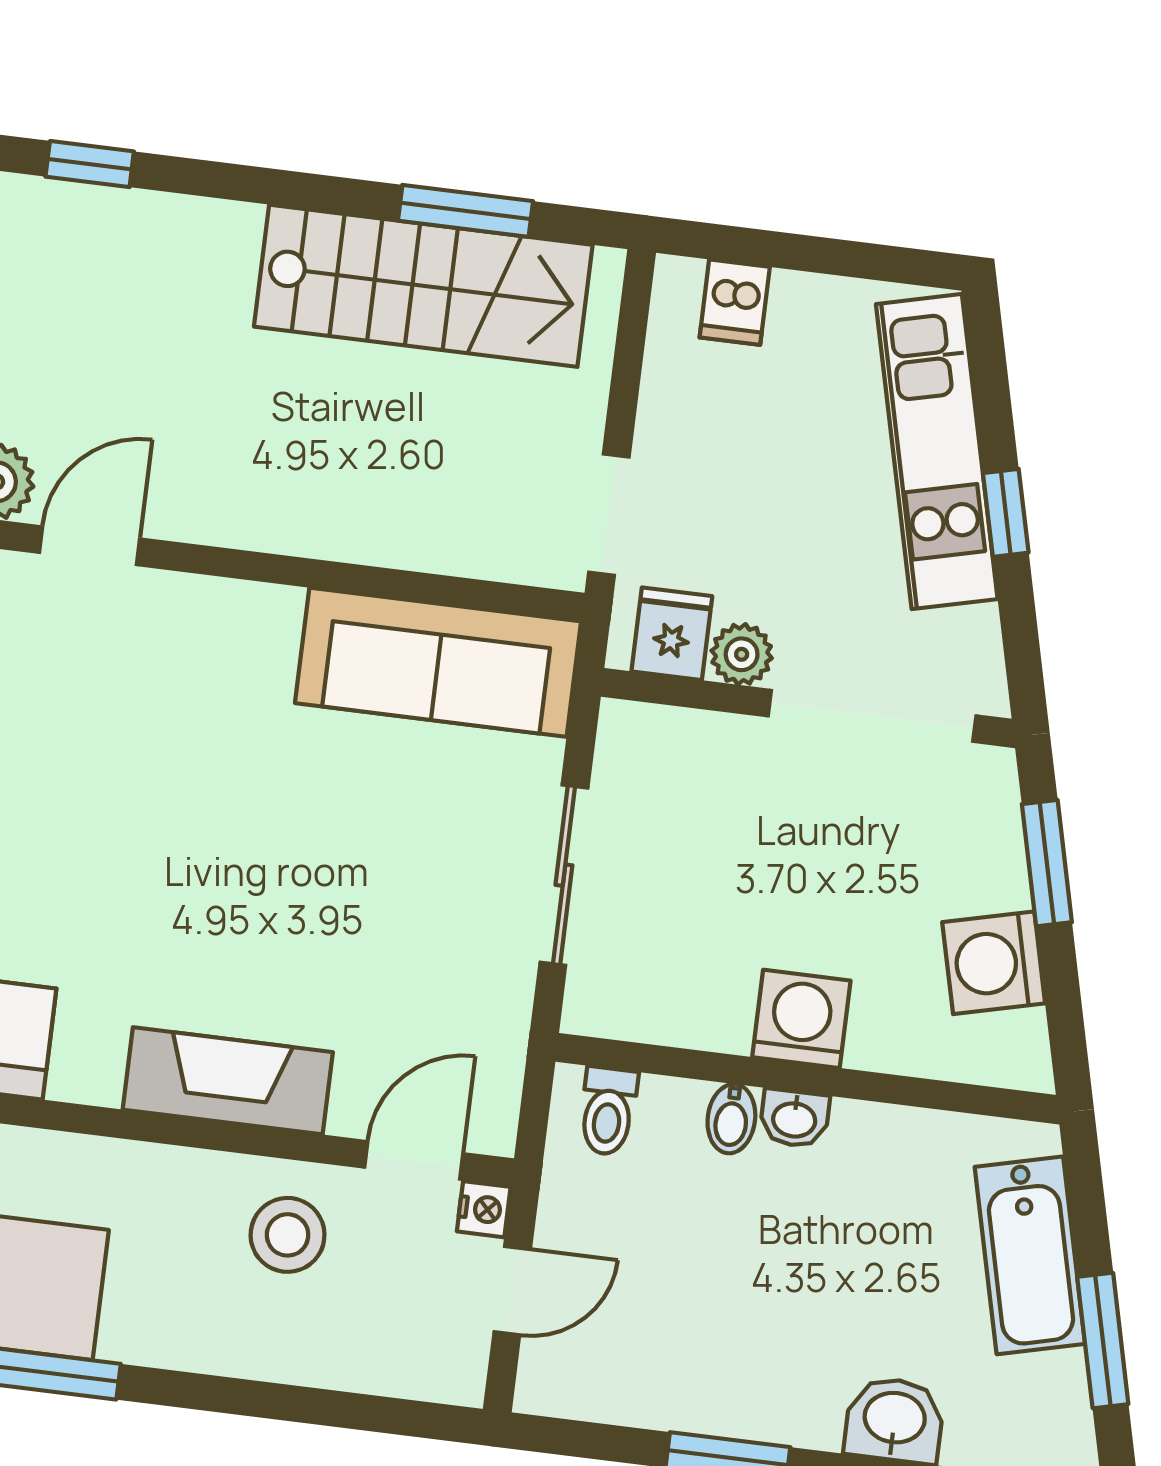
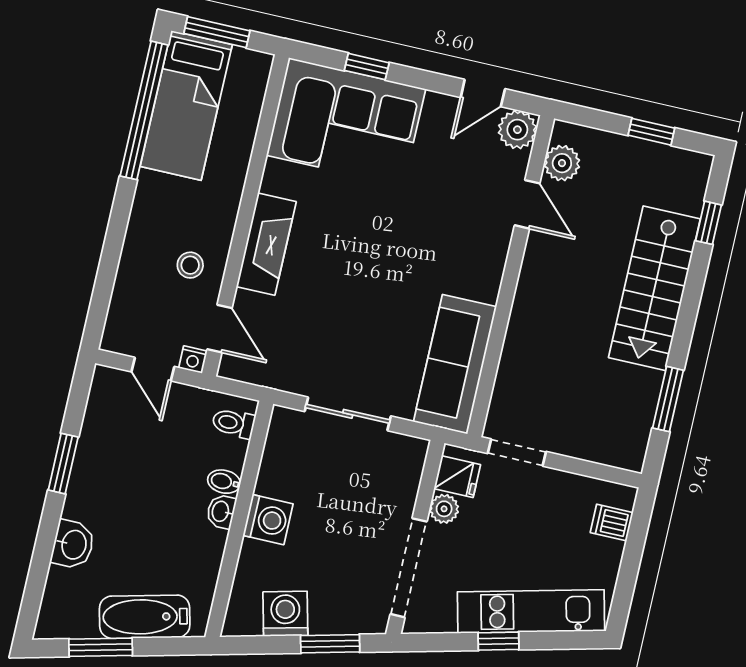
stairs: (423, 286) -> (654, 288), moved
stool: (288, 1235) -> (190, 265), width x0.73, depth x0.73

